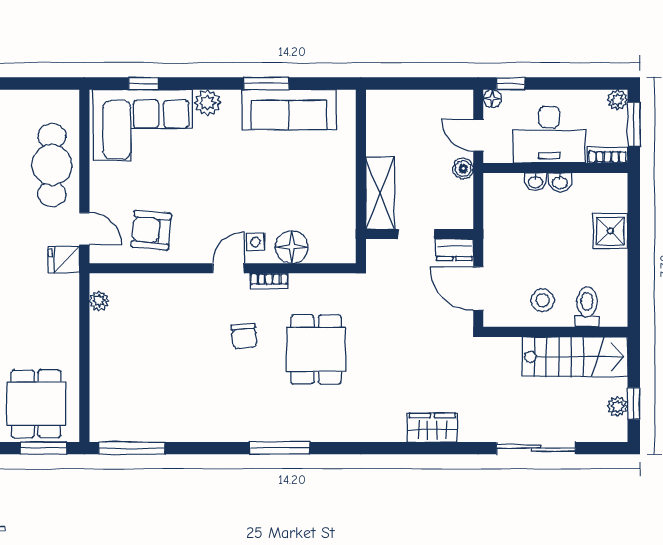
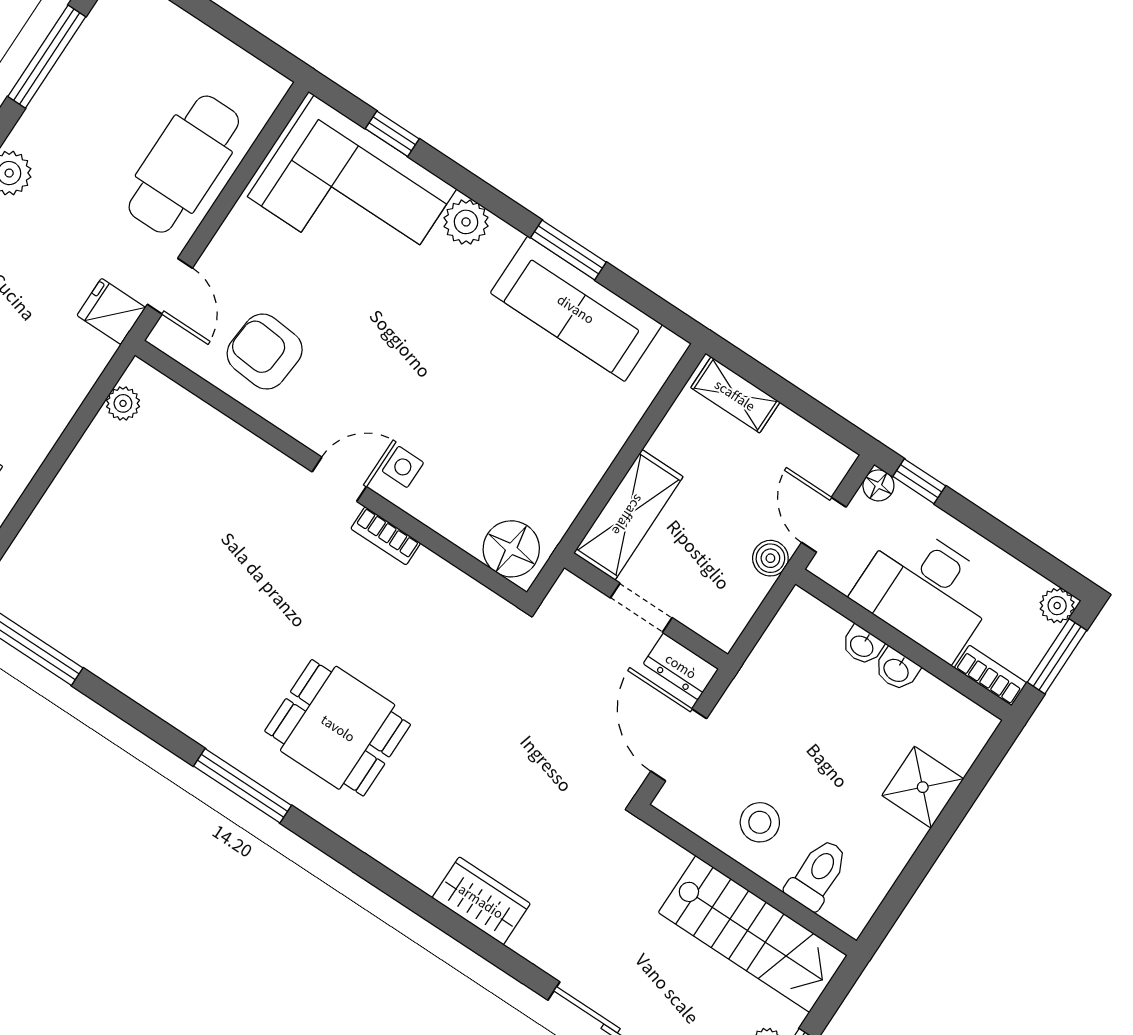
shelving: (394, 100) -> (735, 395), added
floor lamp: (292, 247) -> (511, 549), moved
chair: (244, 336) -> (298, 592), removed
dining table: (316, 349) -> (338, 728), moved, turned 90

